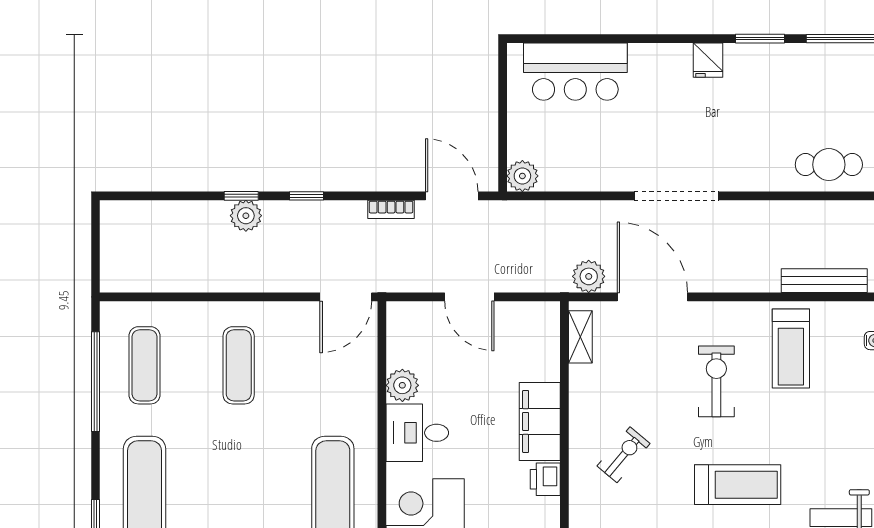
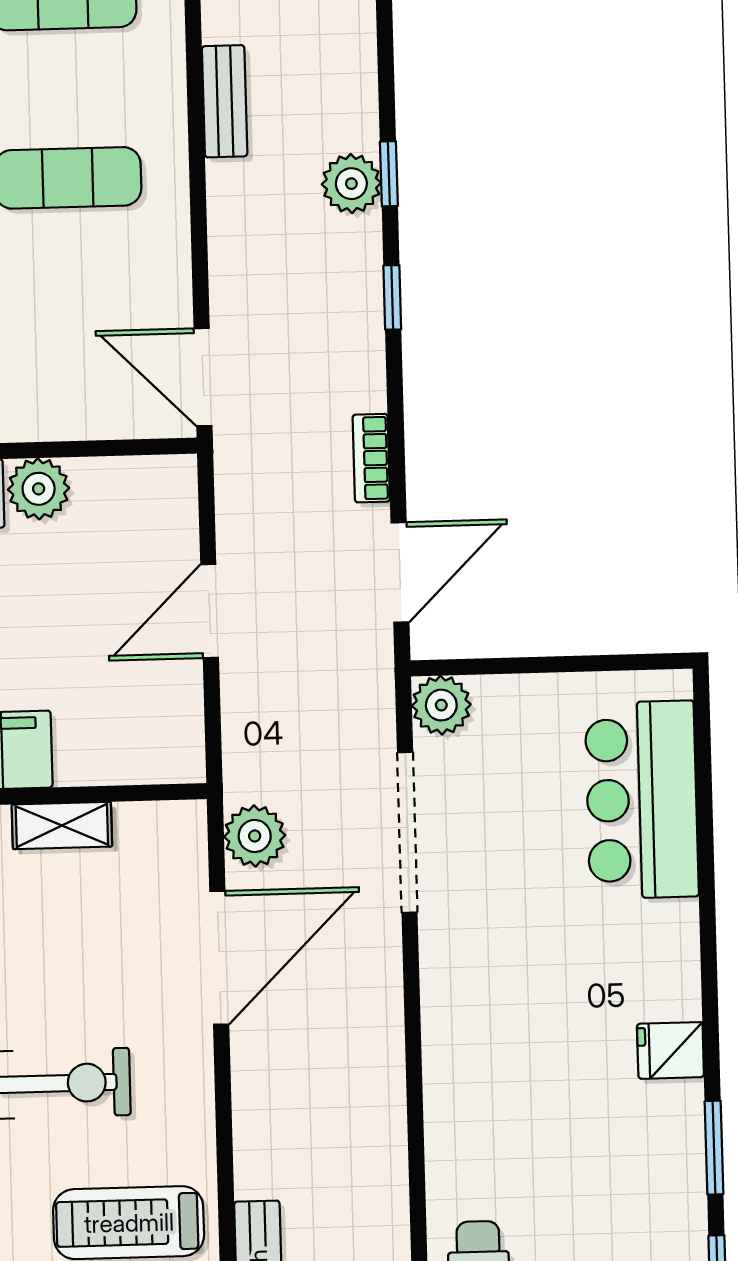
doorway: (676, 196) -> (407, 832), moved
bench: (201, 281) -> (225, 101), added
shelving: (580, 337) -> (62, 826), moved

